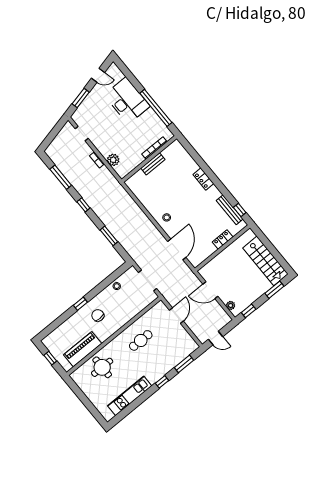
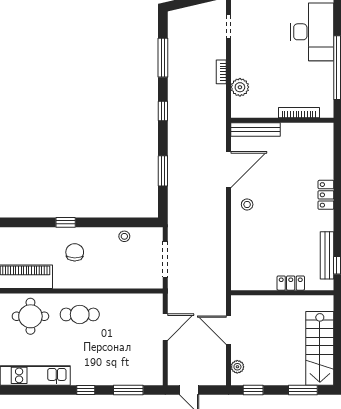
bench: (153, 164) -> (256, 129), moved, width x1.36
door: (177, 249) -> (228, 170), moved
cafe table: (141, 340) -> (80, 314), moved

